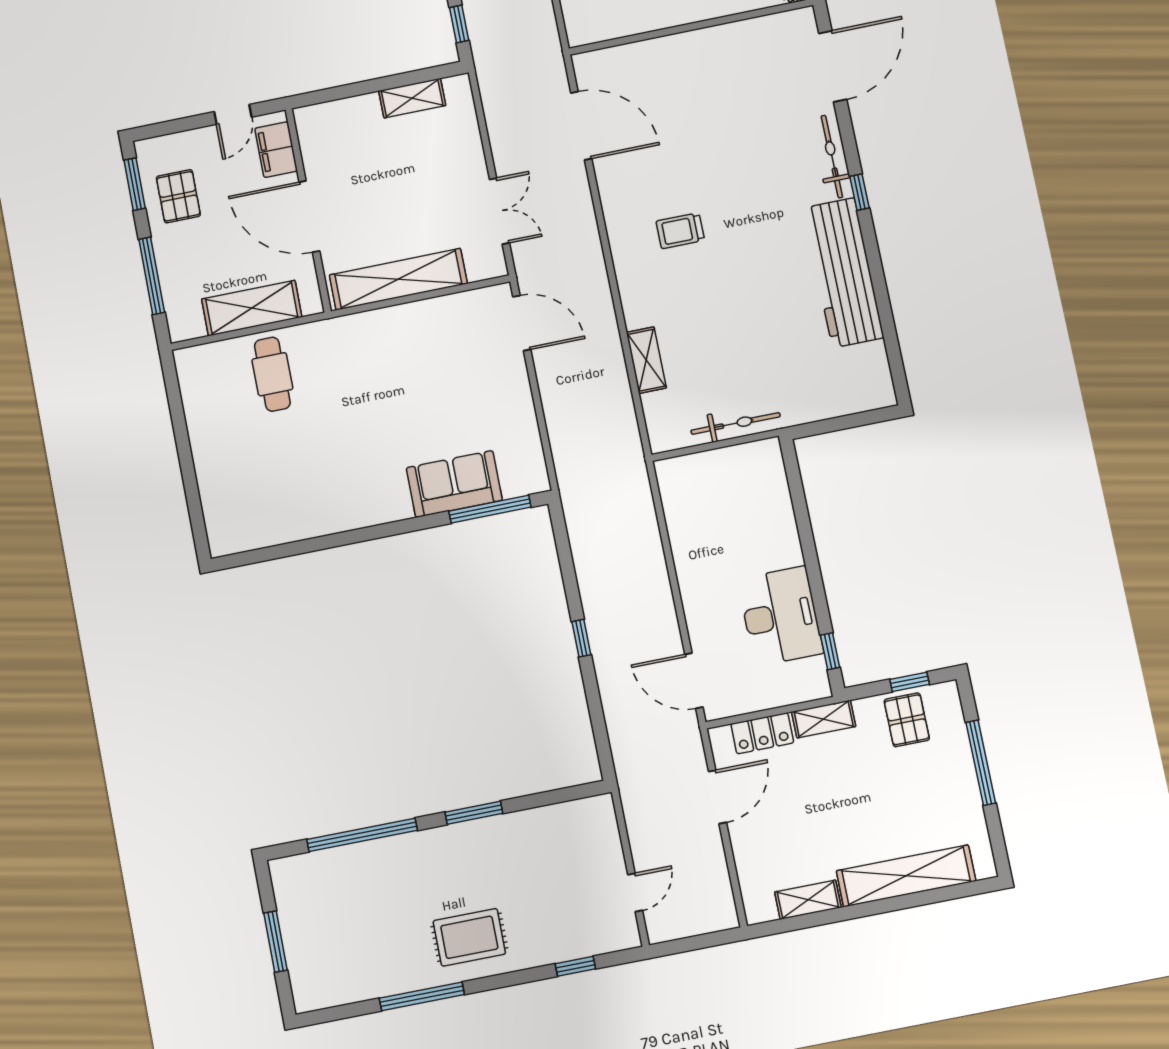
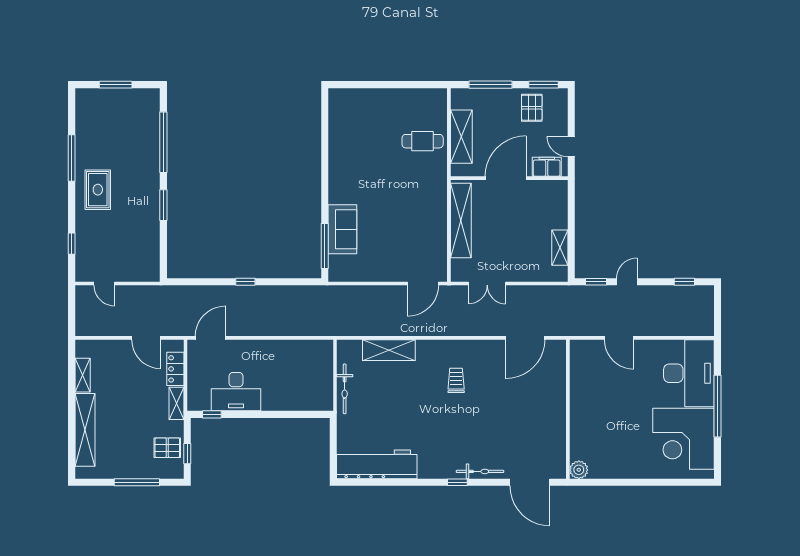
pallet: (178, 196) -> (532, 108), turned 90
workbench: (843, 273) -> (377, 464), moved
shelving: (646, 360) -> (389, 350), width x1.50, depth x1.33

